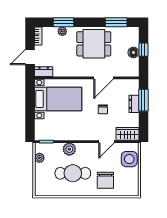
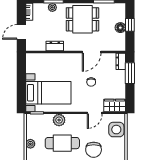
dresser: (44, 72) -> (55, 46), moved
bed with nightstands: (58, 99) -> (48, 93), moved
dresser: (134, 104) -> (121, 61), moved
plant: (39, 158) -> (30, 144), moved

